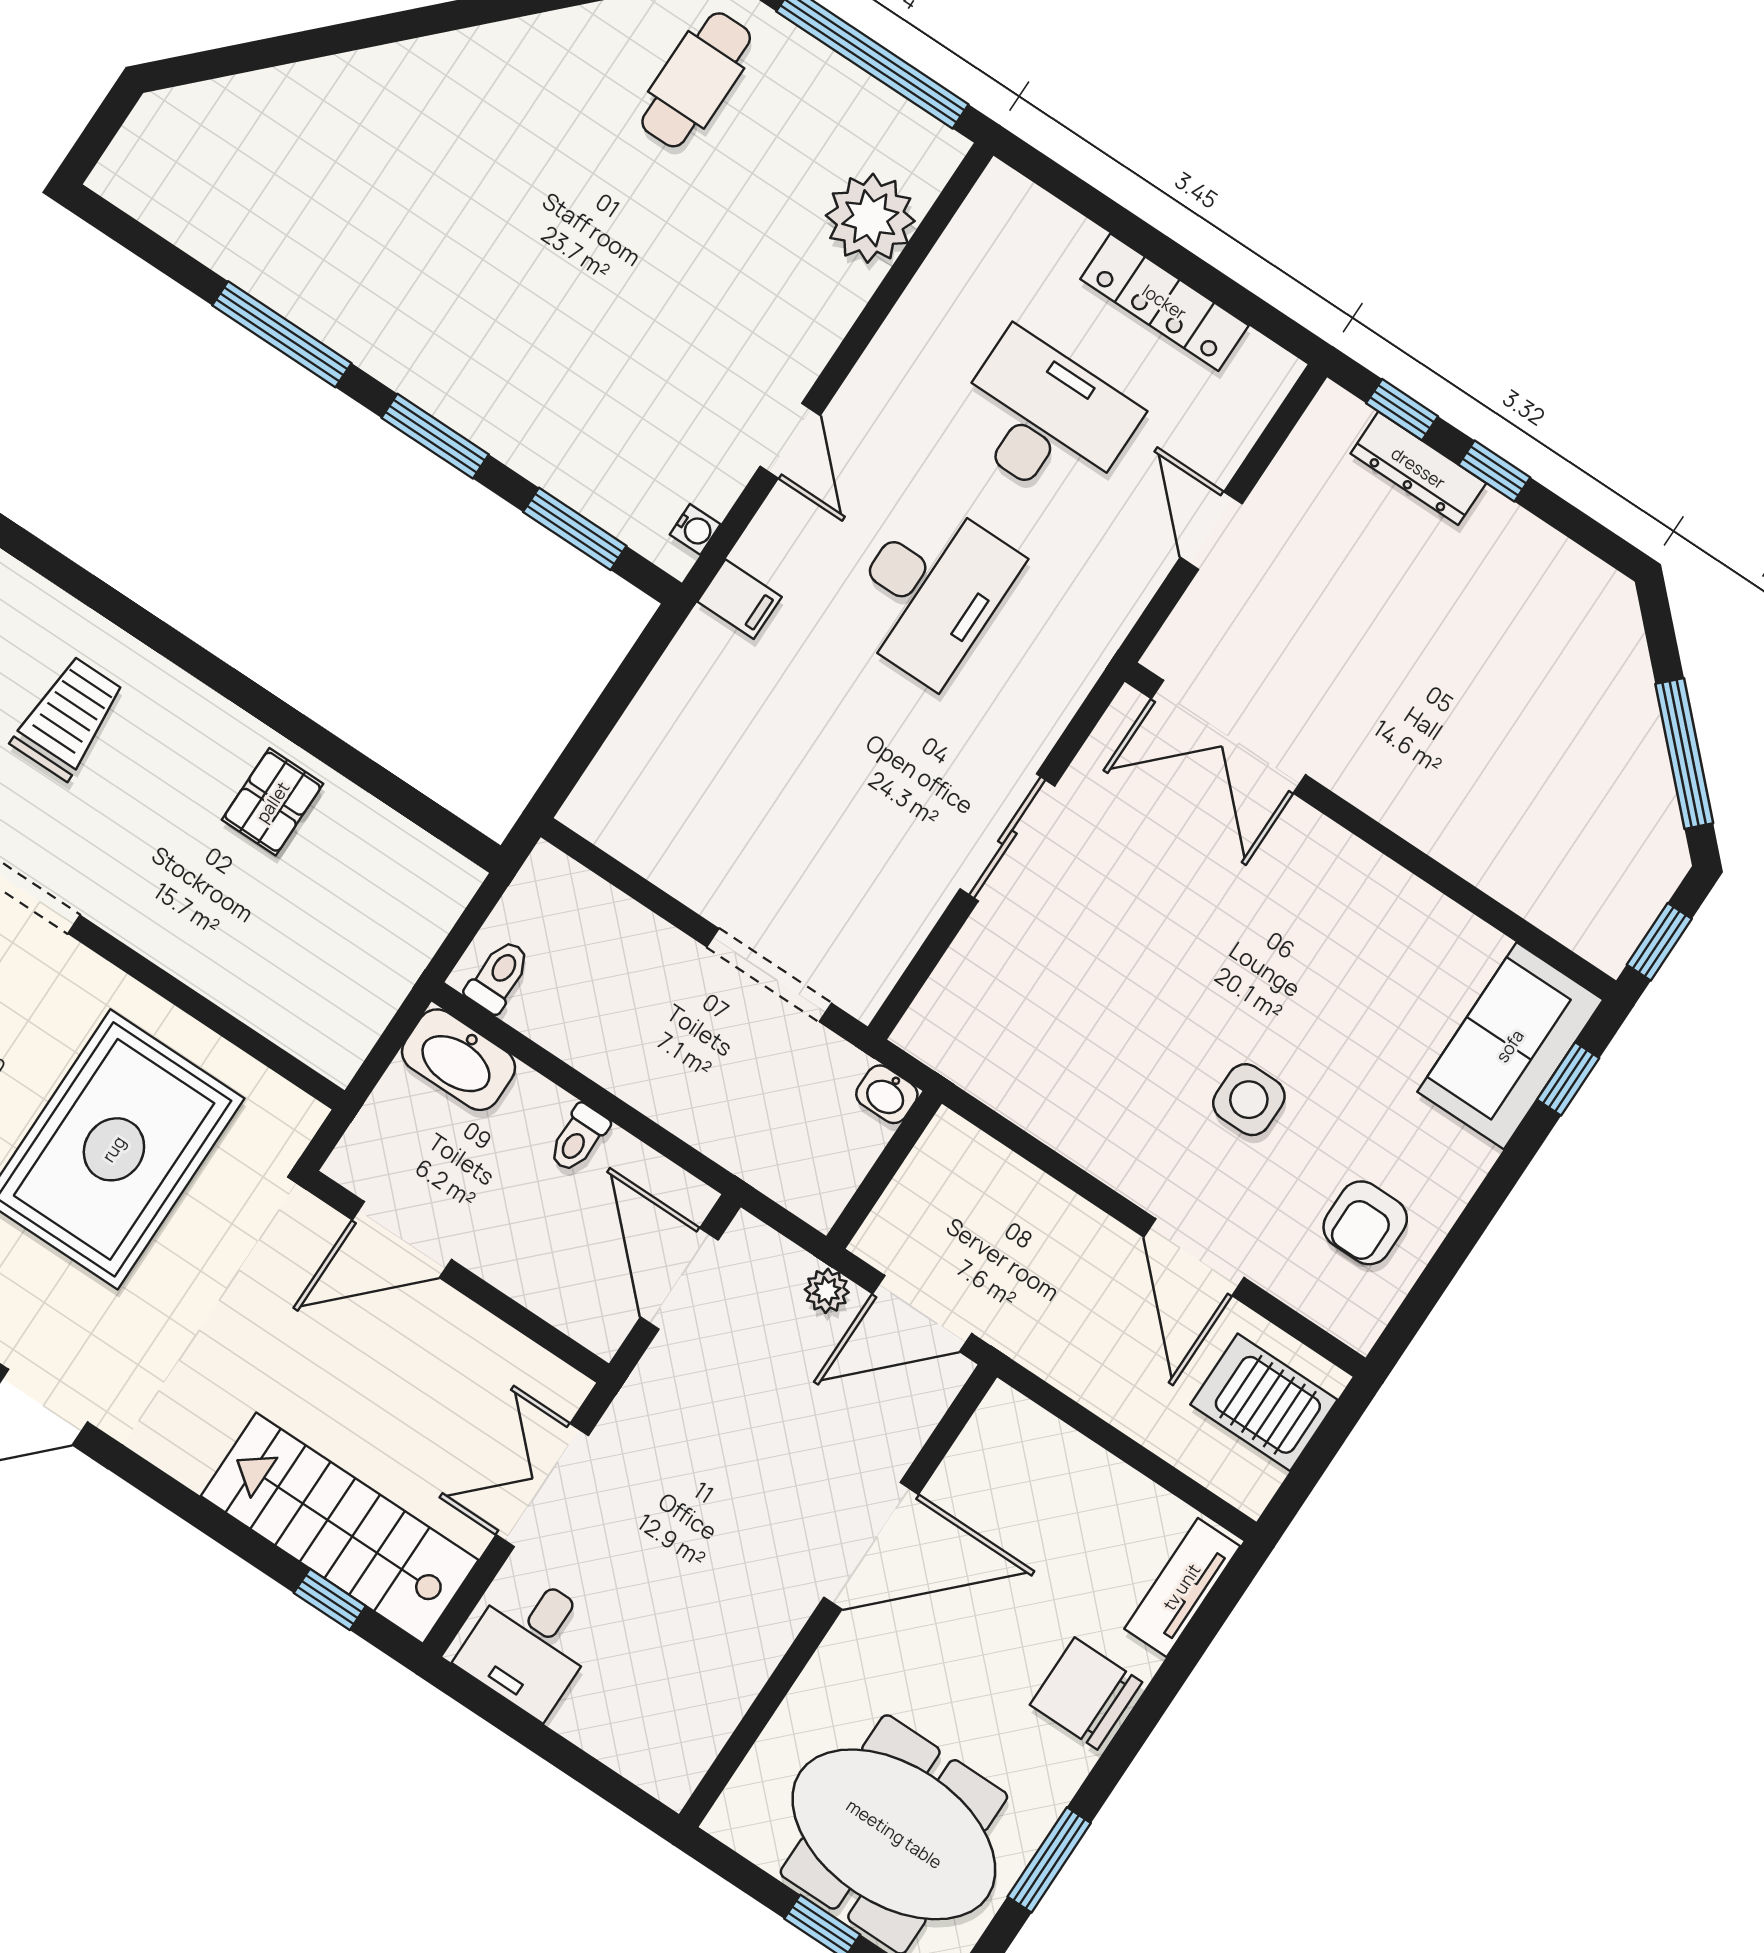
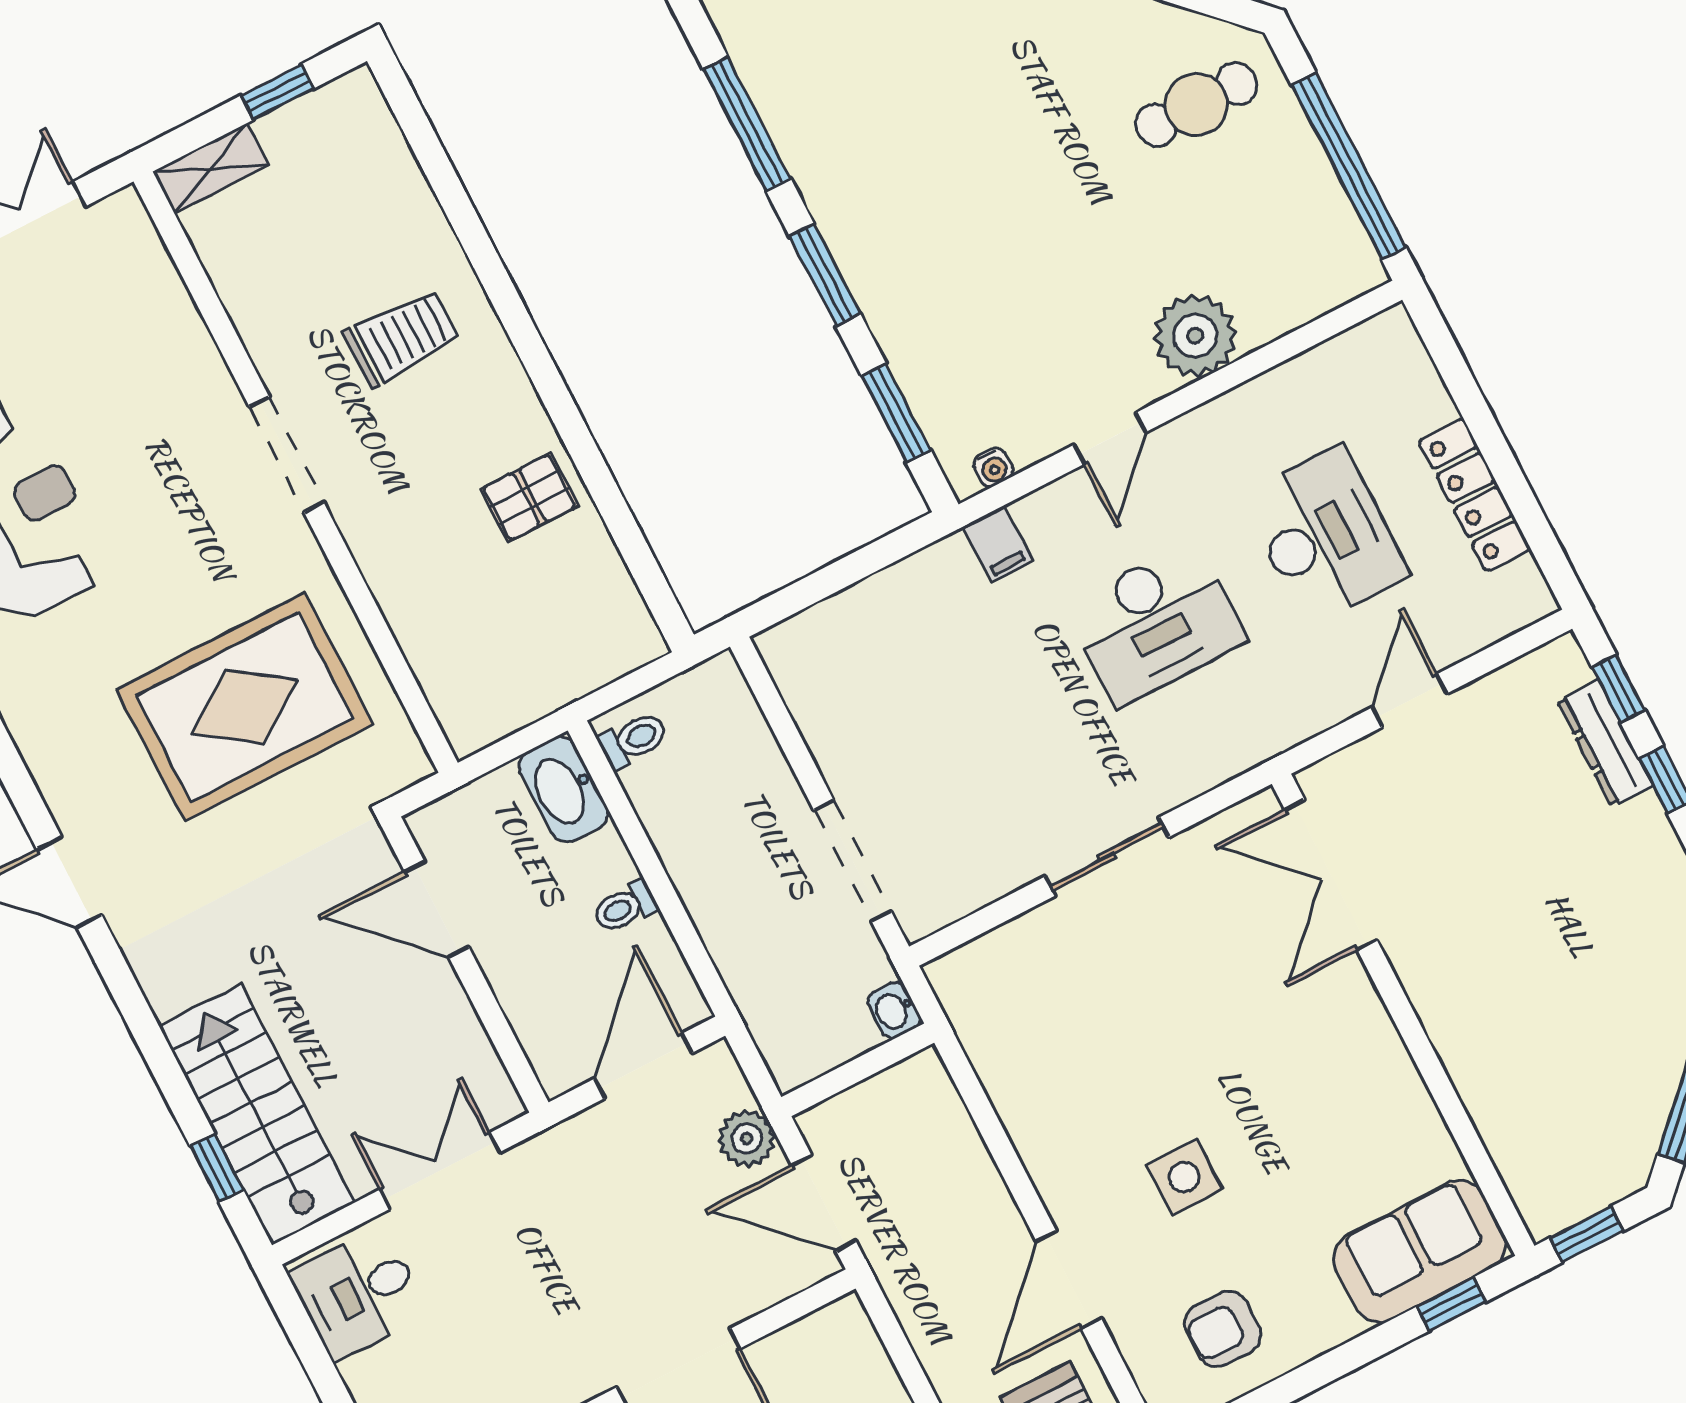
plant: (870, 218) -> (1195, 336), moved
plant: (827, 1291) -> (747, 1139), width x1.38, depth x1.38

